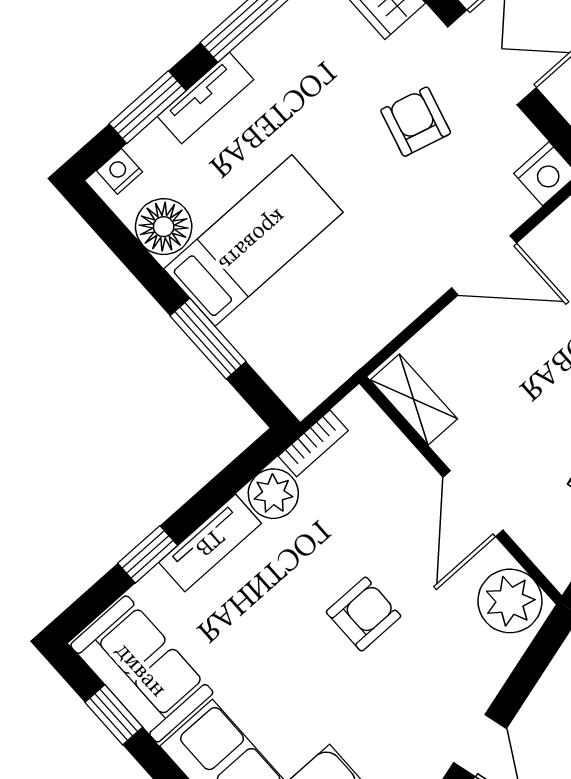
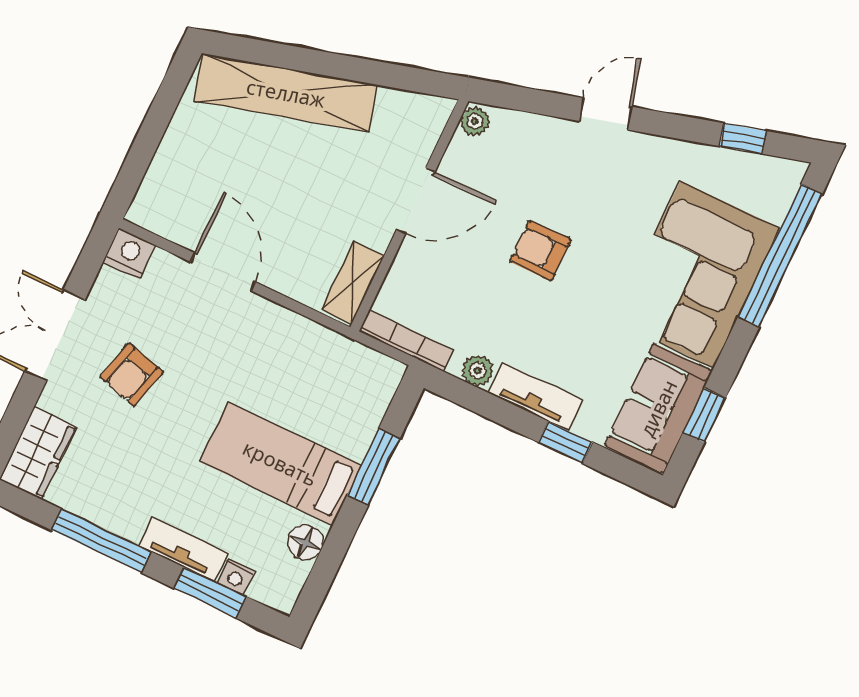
nightstand: (119, 171) -> (236, 577), moved
floor lamp: (164, 227) -> (305, 542), width x0.73, depth x0.73
bookcase: (313, 443) -> (406, 341), width x1.56
plant: (273, 494) -> (478, 370), width x0.73, depth x0.73
plant: (510, 601) -> (475, 121), width x0.53, depth x0.53

